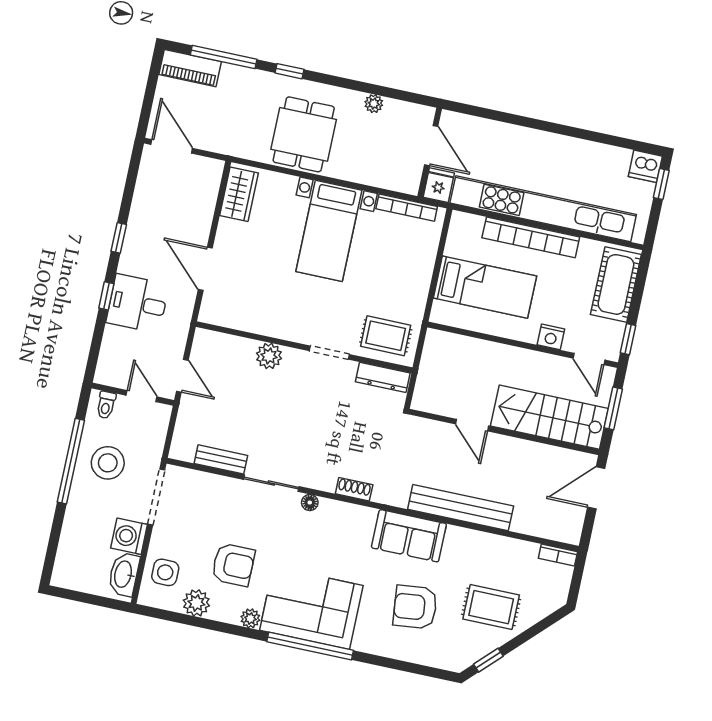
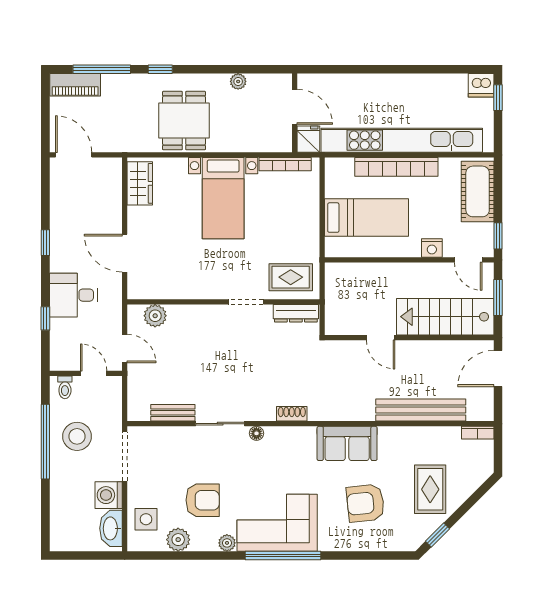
window: (106, 296) -> (45, 318), moved
plant: (269, 356) -> (155, 316), moved
bench: (461, 508) -> (421, 410), moved
rug: (491, 607) -> (430, 489), turned 90

